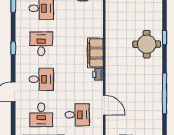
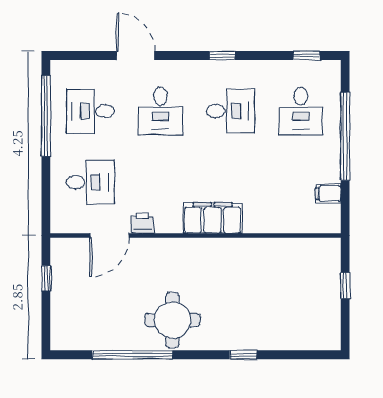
round table: (147, 44) -> (172, 320), moved
printer: (98, 74) -> (143, 223), moved
desk: (77, 115) -> (90, 182), turned -90

